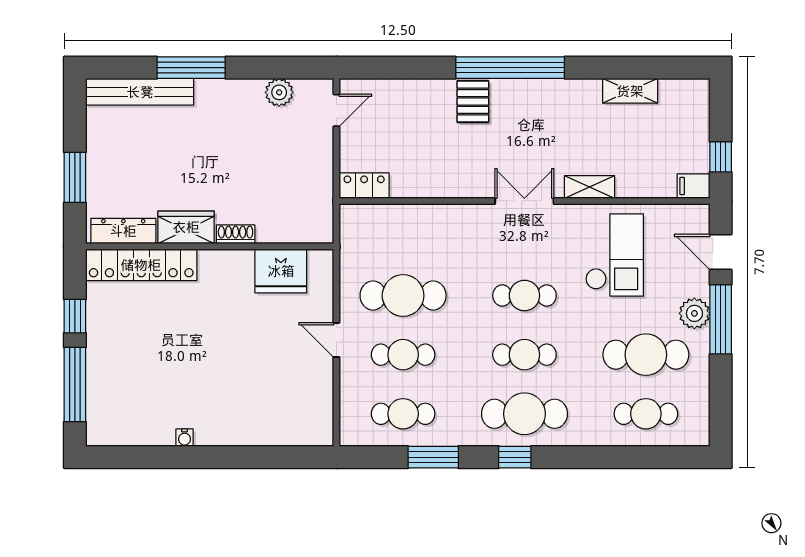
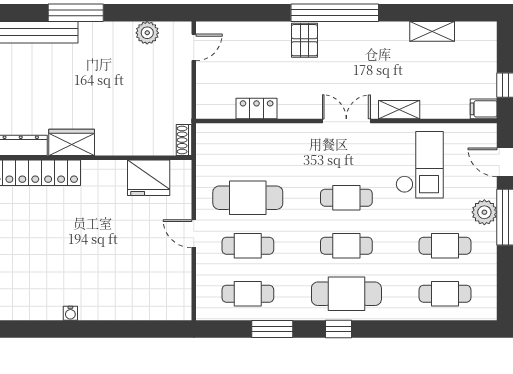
locker: (364, 186) -> (257, 109), moved
shoe rack: (236, 234) -> (184, 140), moved, turned -90
cafe table: (646, 355) -> (445, 246), width x0.73, depth x0.74

